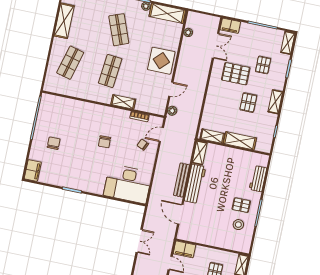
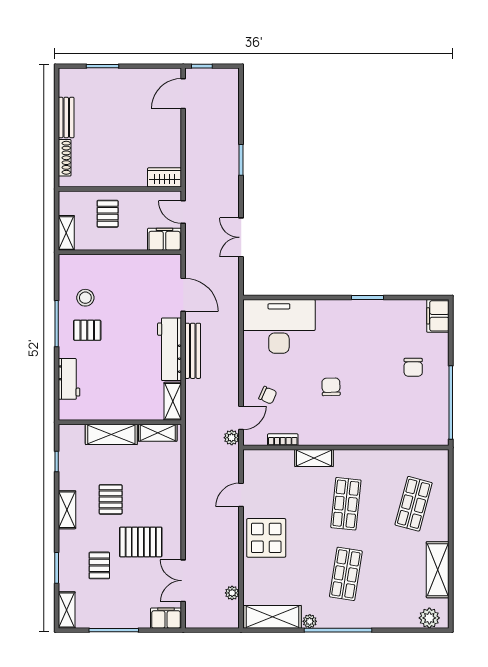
shop shelf: (119, 30) -> (346, 574), turned 30
plant: (172, 111) -> (232, 438), moved

